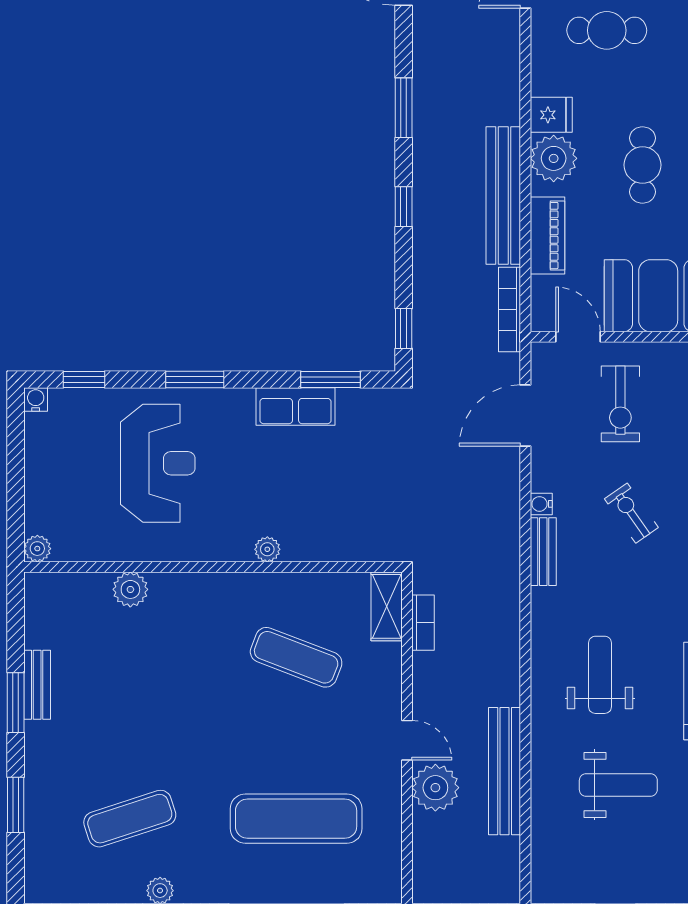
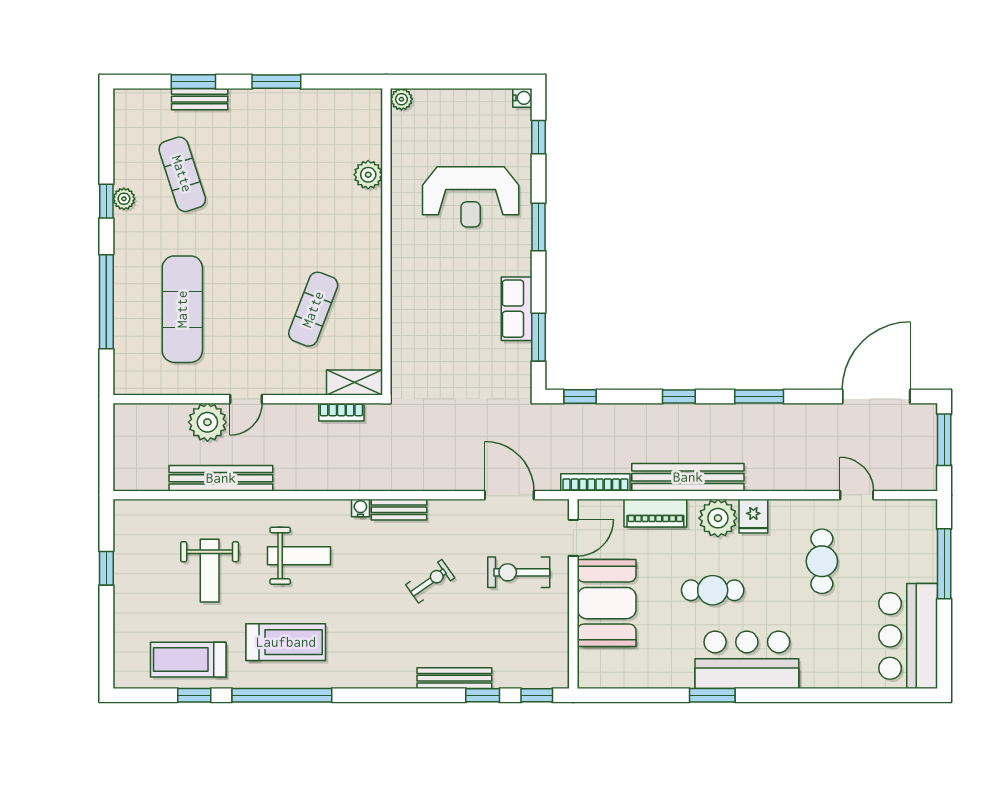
water cooler: (541, 504) -> (360, 508), moved
plant: (267, 549) -> (401, 286), removed
bench: (37, 685) -> (200, 99), moved

